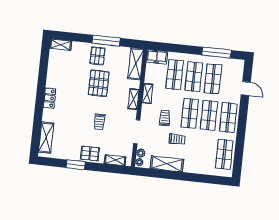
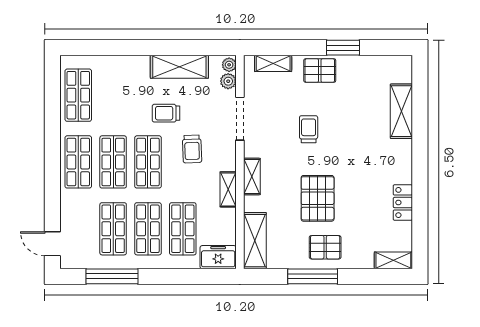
pallet: (97, 56) -> (325, 247), turned 90
door: (246, 88) -> (52, 244), moved
locker: (50, 98) -> (403, 203), moved
shelving: (46, 138) -> (401, 111), moved

